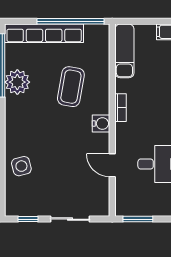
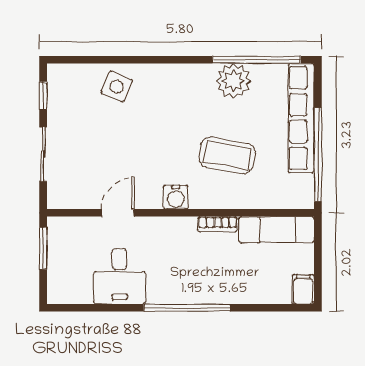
bookcase: (121, 108) -> (218, 224), moved
side table: (21, 166) -> (117, 87), turned 38

